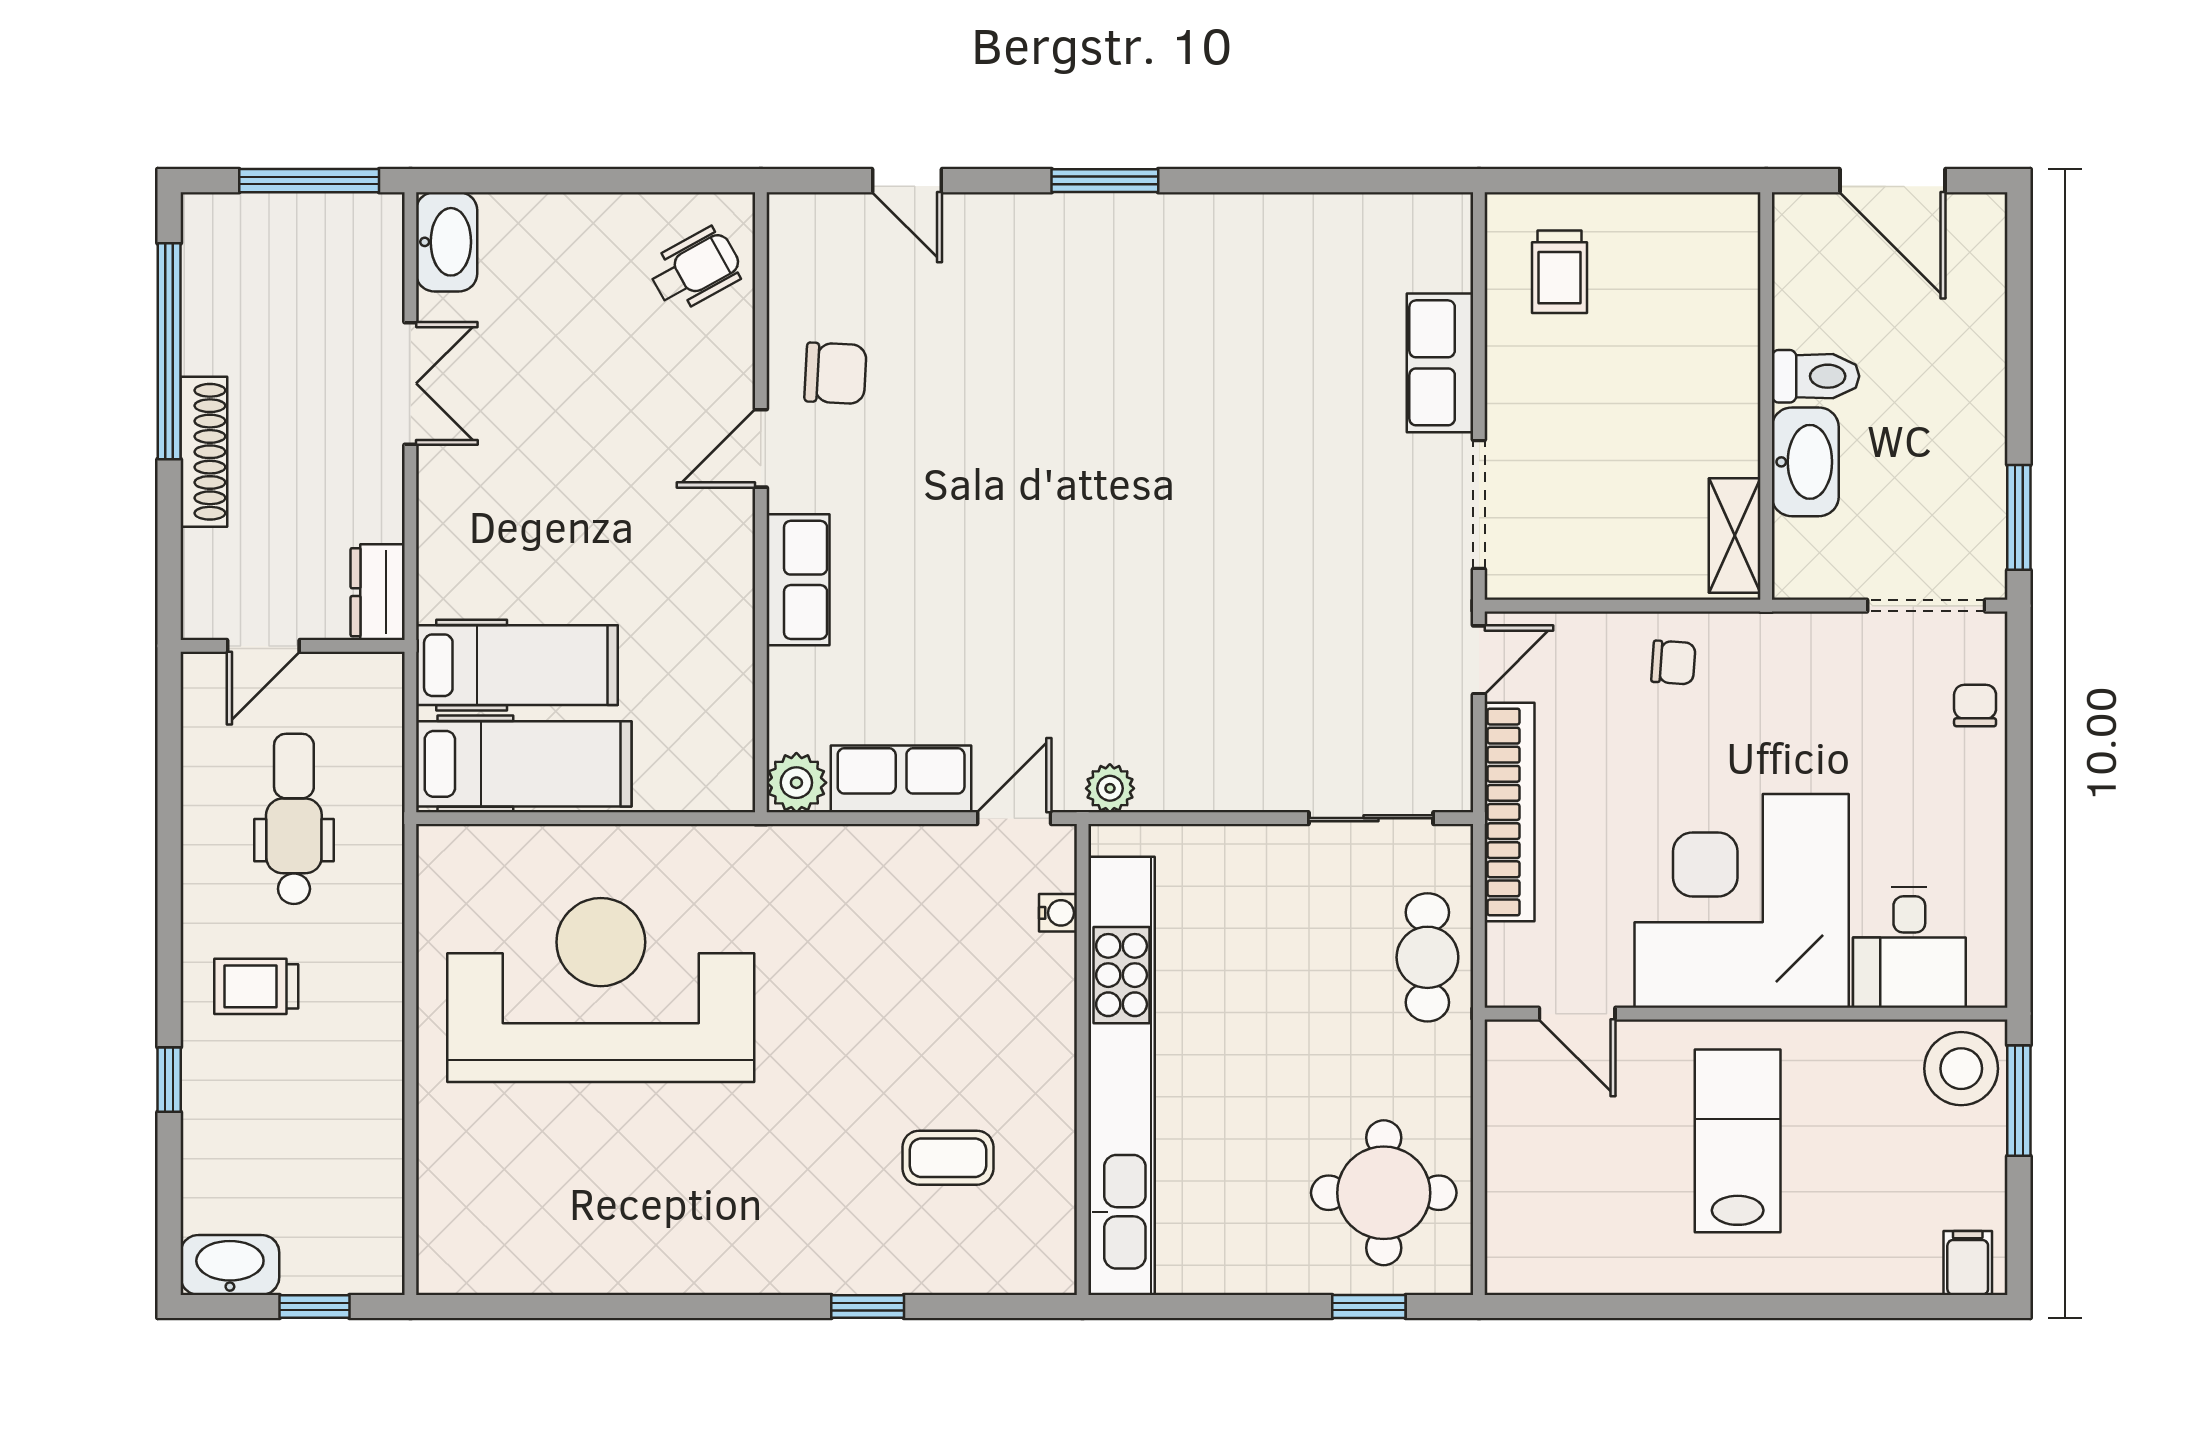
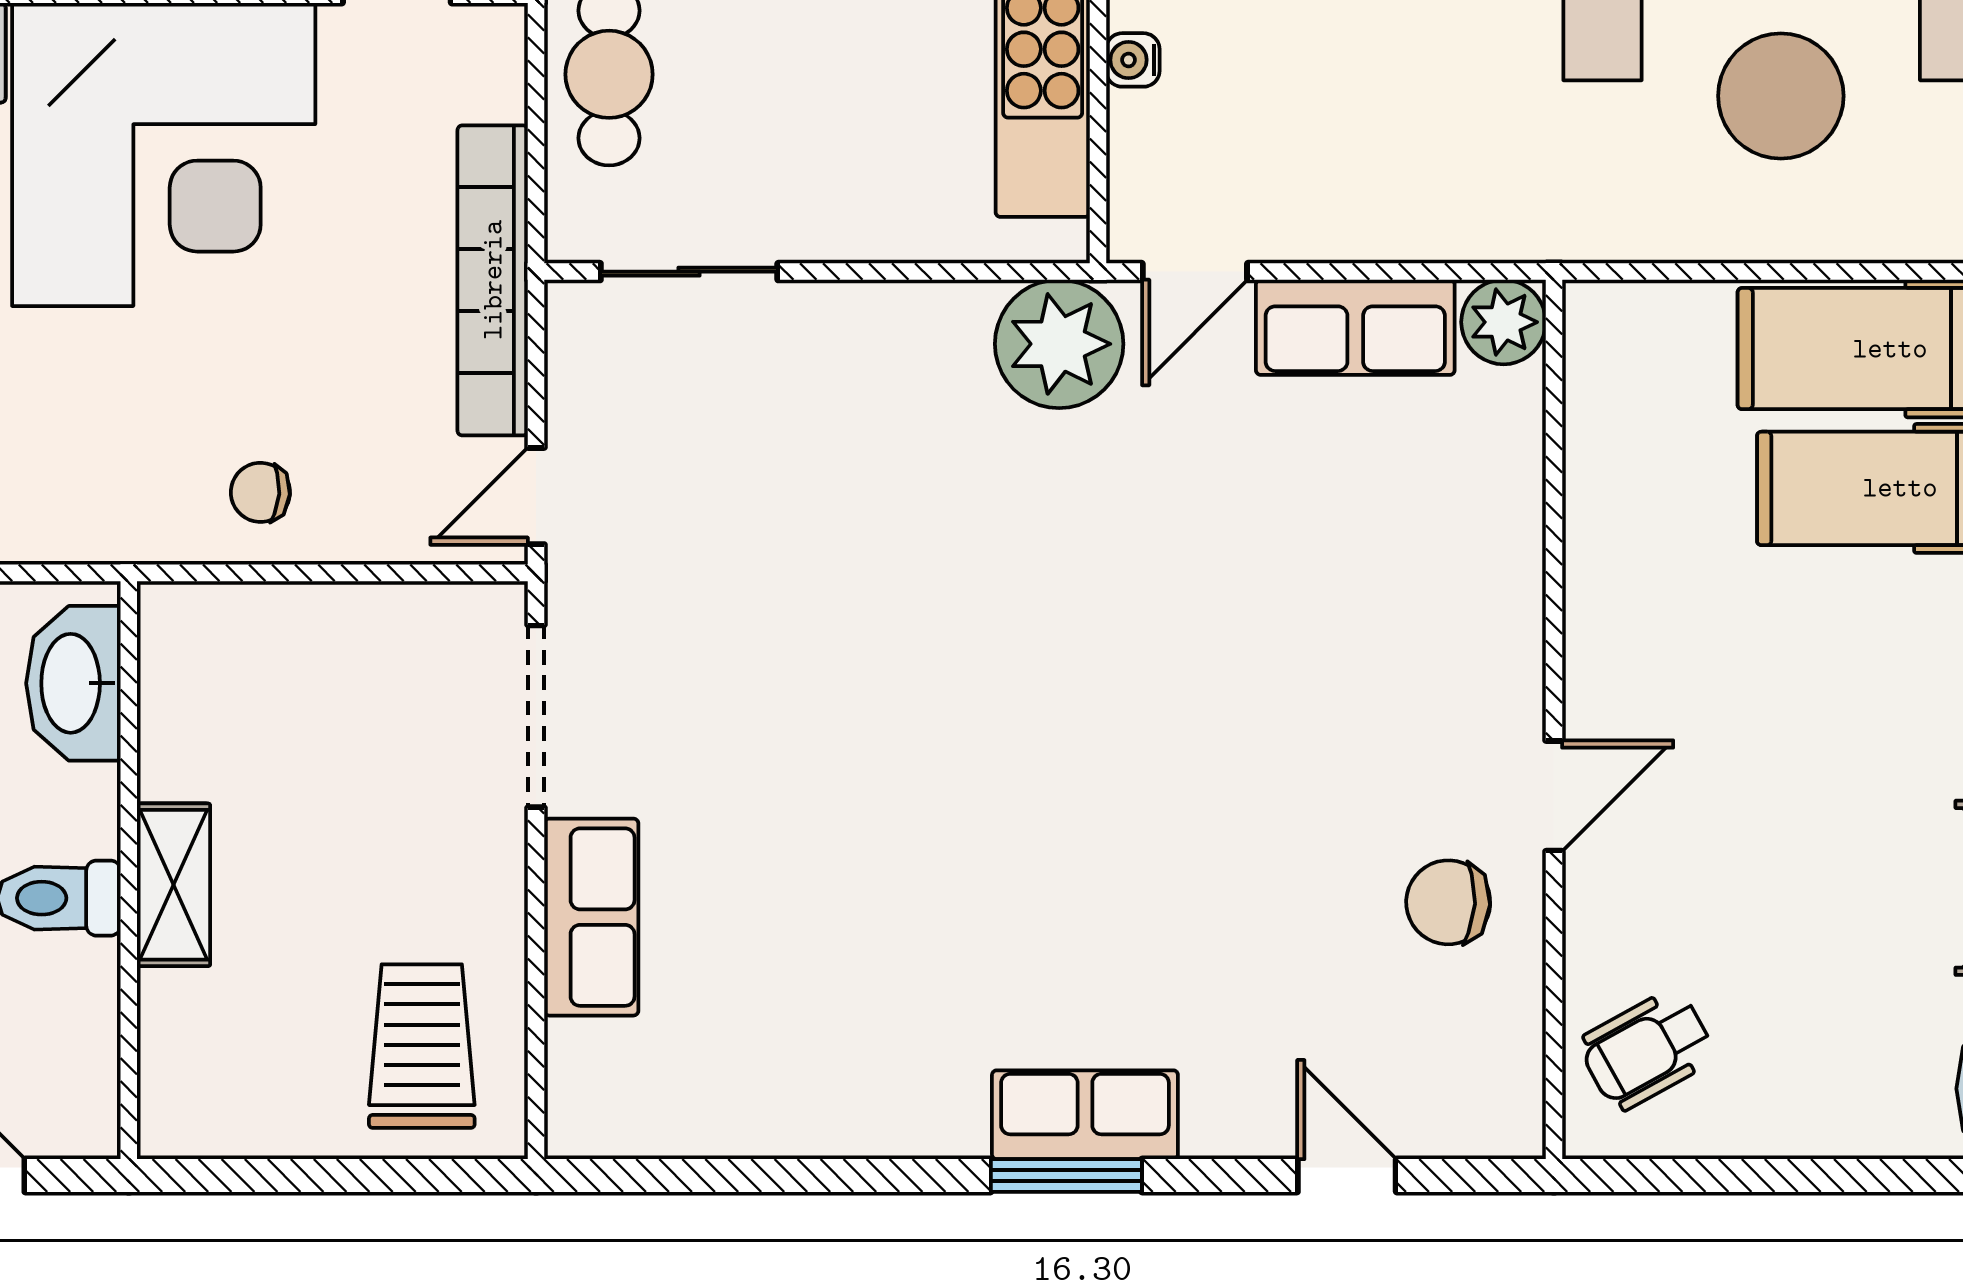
trolley: (1560, 272) -> (422, 1046), width x1.36, depth x1.39
washbasin: (1805, 462) -> (73, 683), moved
shelving: (1735, 536) -> (174, 885), moved
row of seats: (798, 580) -> (1085, 1115), moved, turned 90
plant: (1110, 788) -> (1059, 344), width x1.88, depth x1.88
water cooler: (1058, 913) -> (1133, 60), moved

